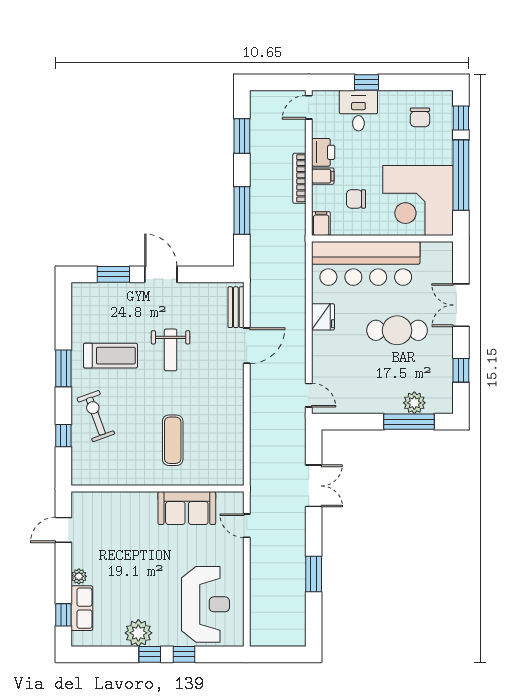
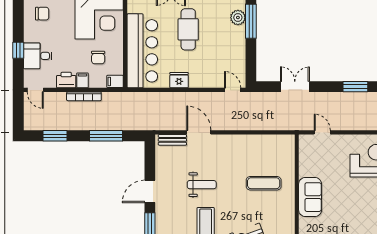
door: (309, 395) -> (233, 90), hinge flipped
sofa: (187, 508) -> (310, 197), moved
door: (247, 526) -> (322, 132), swing flipped

